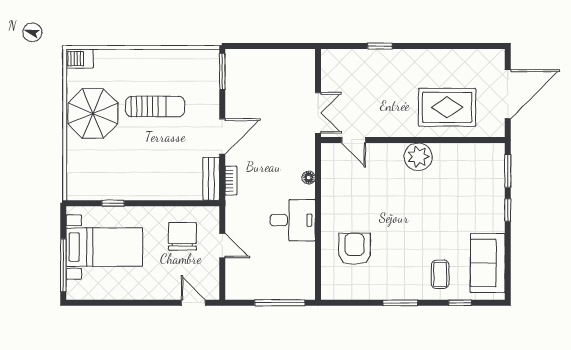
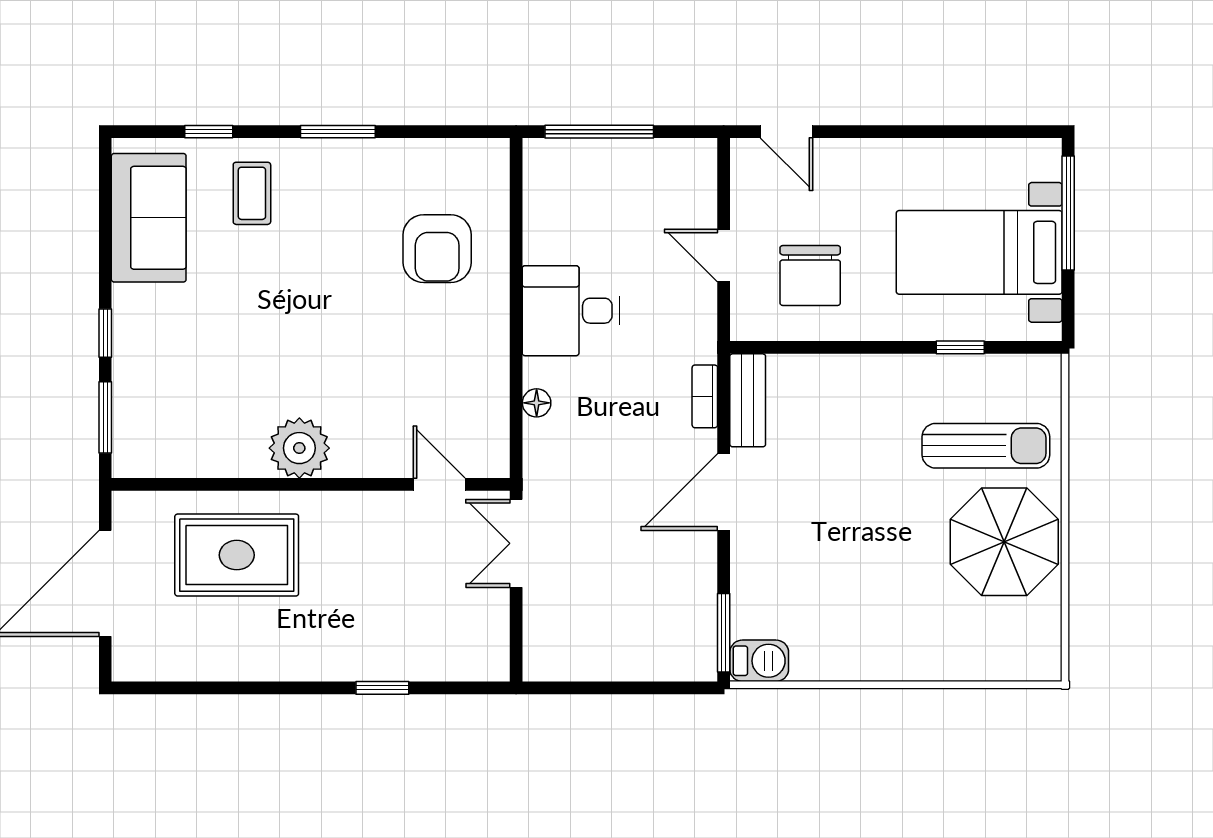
barbecue: (80, 59) -> (759, 661), moved
sun lounger: (155, 107) -> (986, 446), moved, turned 180

